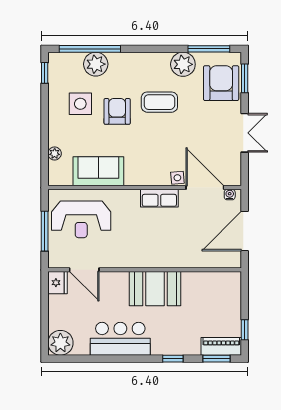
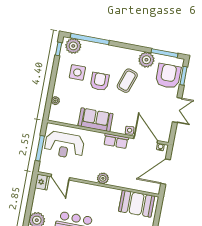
plant: (96, 64) -> (73, 46), moved
coffee table: (159, 102) -> (127, 81), turned -71
sofa: (98, 171) -> (95, 120), moved
plant: (150, 259) -> (103, 178), added
booth: (155, 289) -> (137, 204), moved

